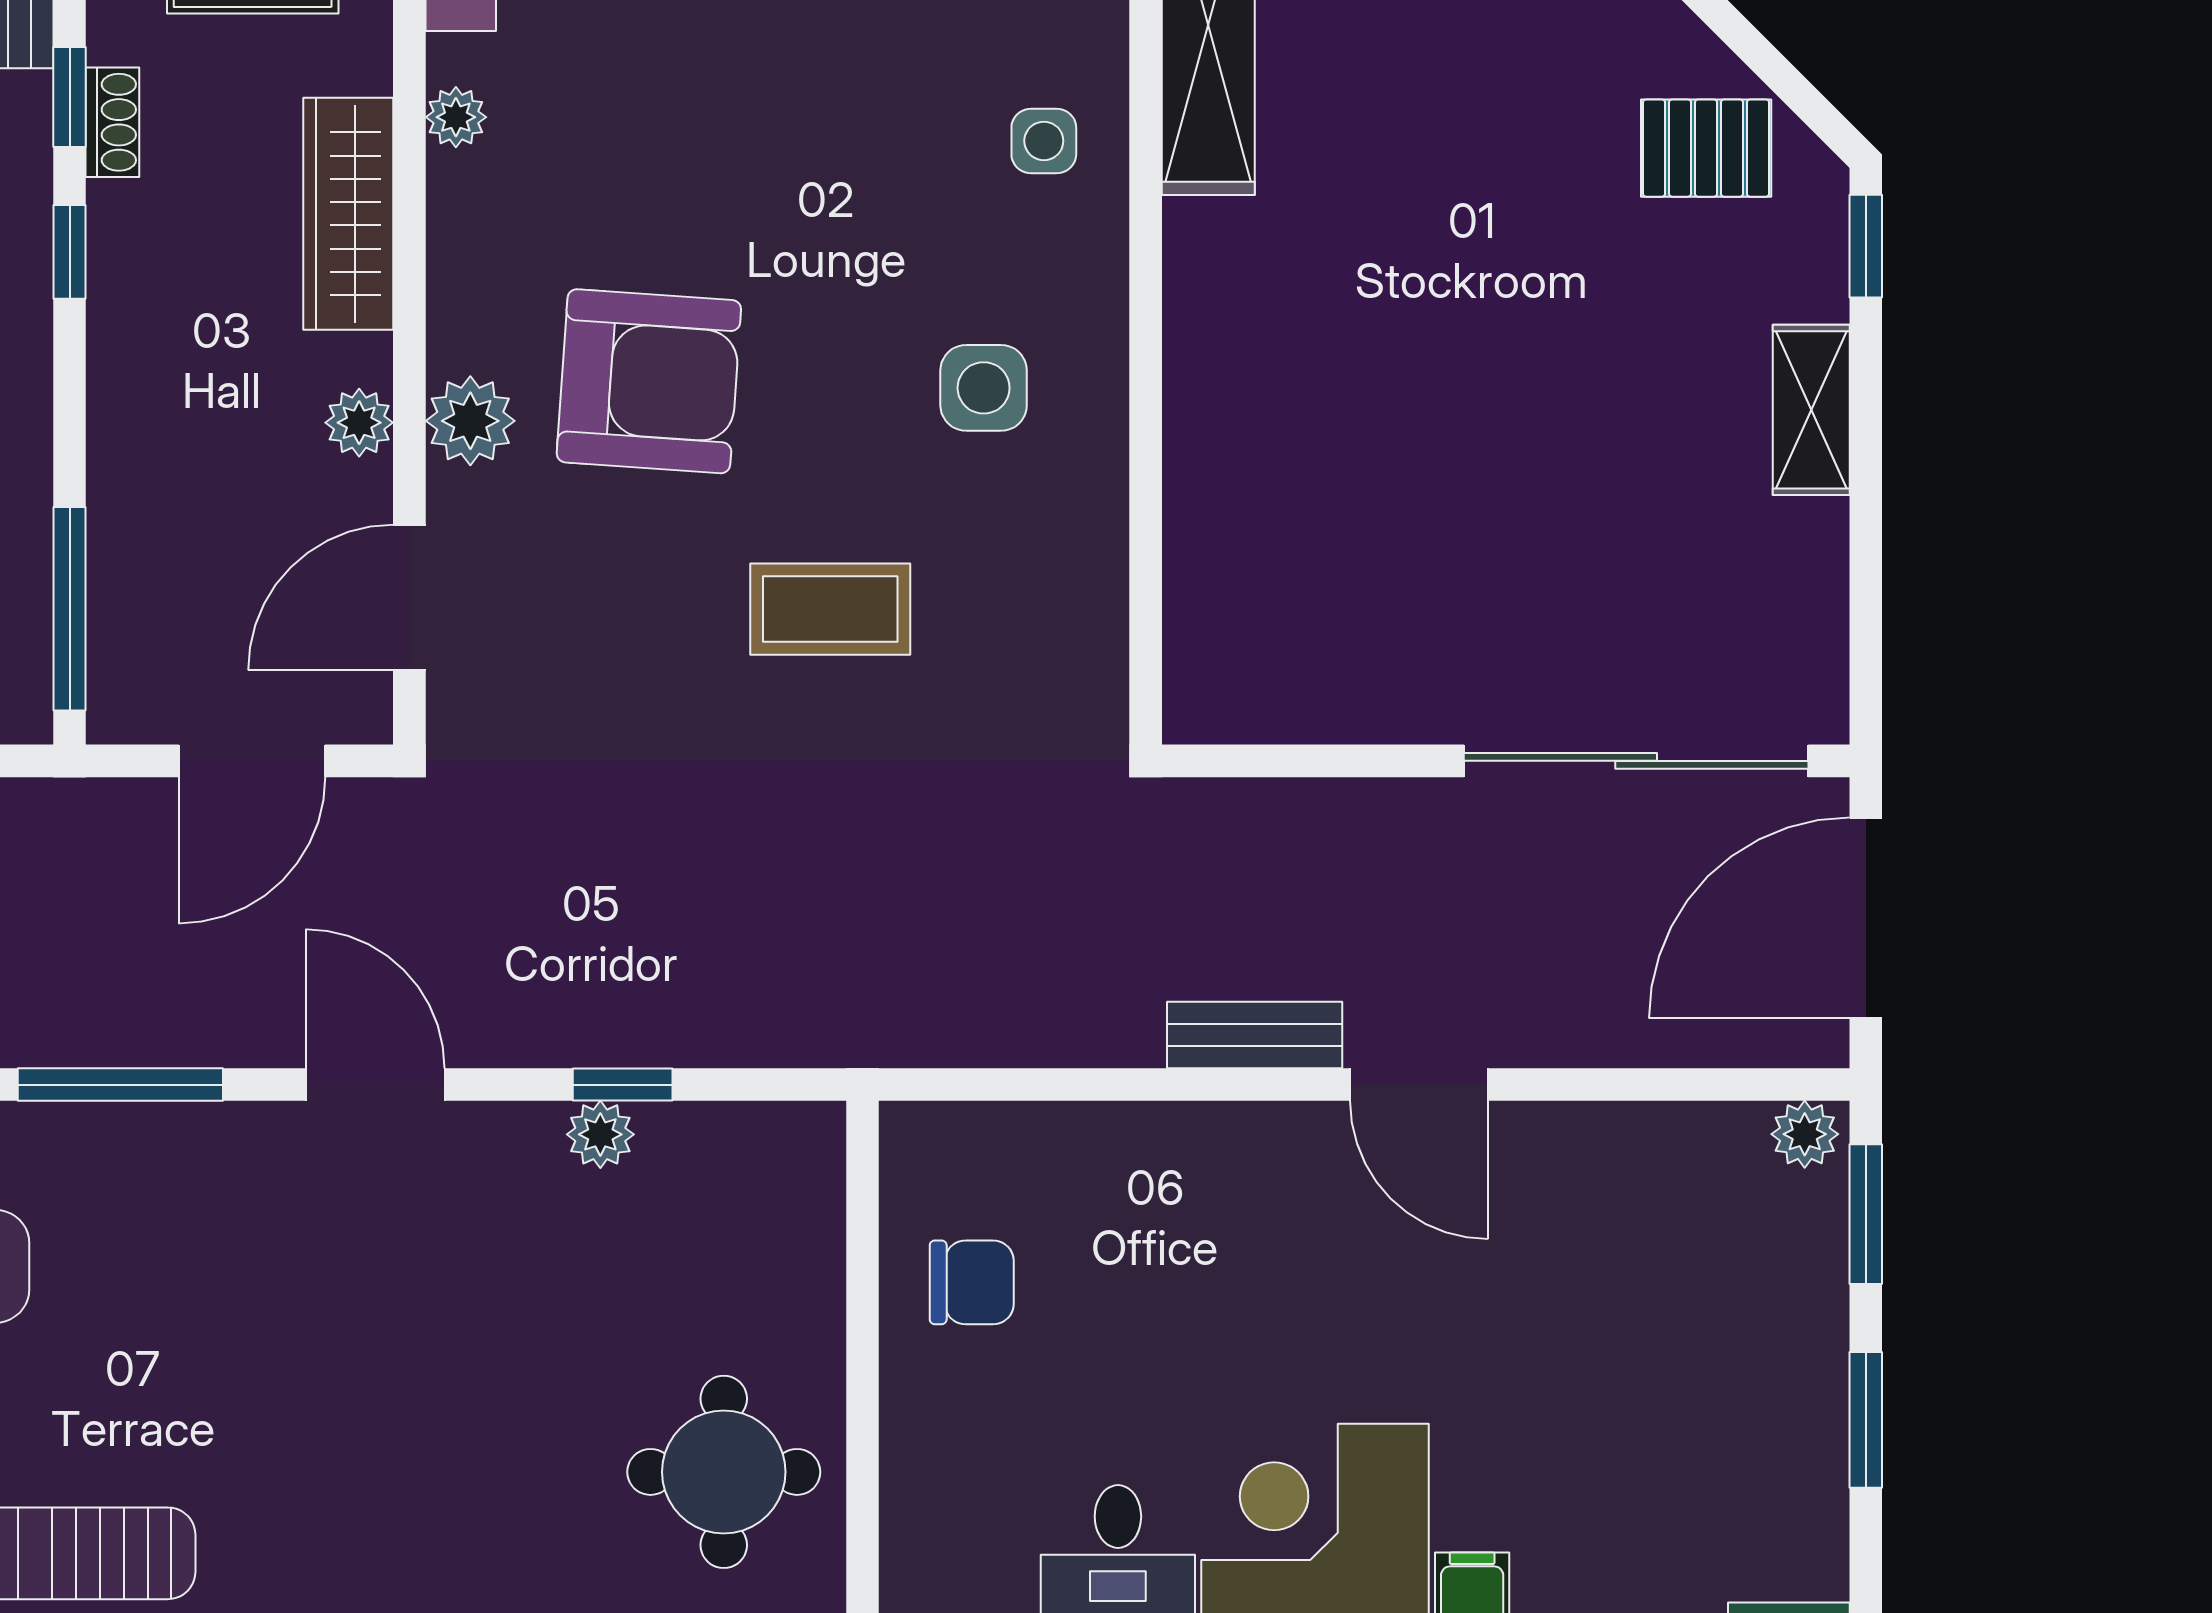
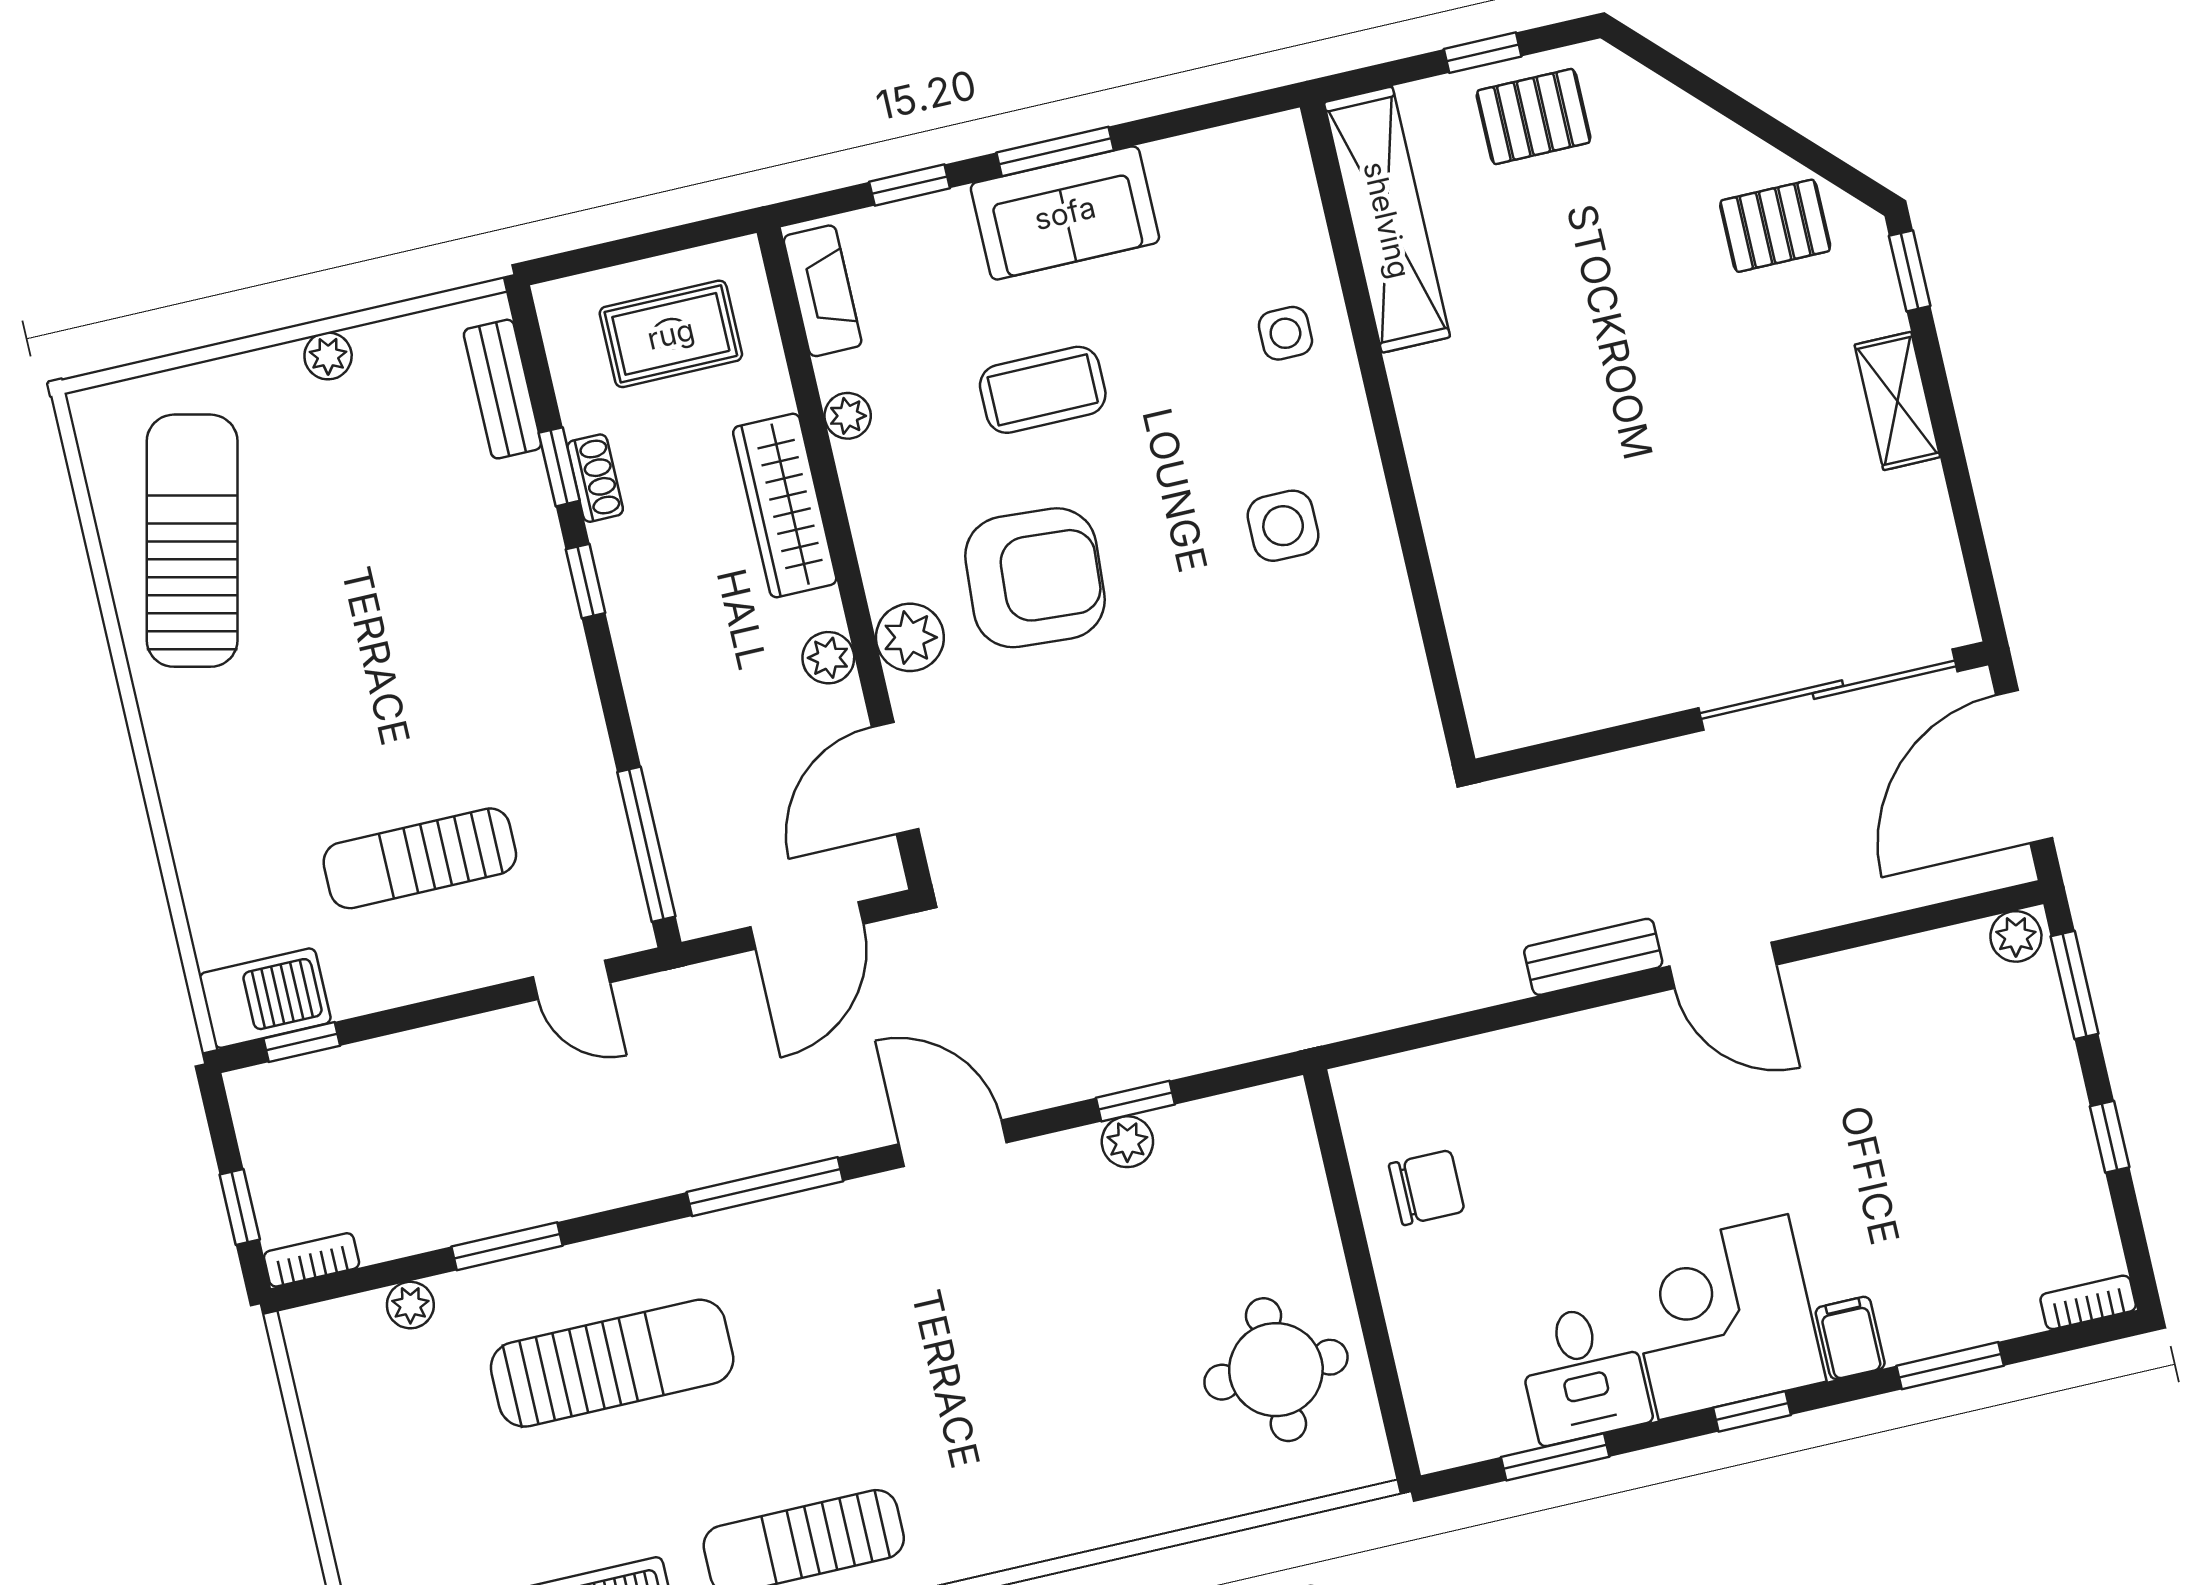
coffee table: (830, 609) -> (1043, 390), moved
window: (1866, 1420) -> (2110, 1137), width x0.67

